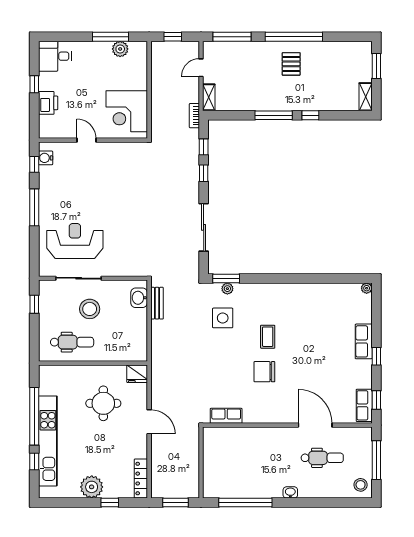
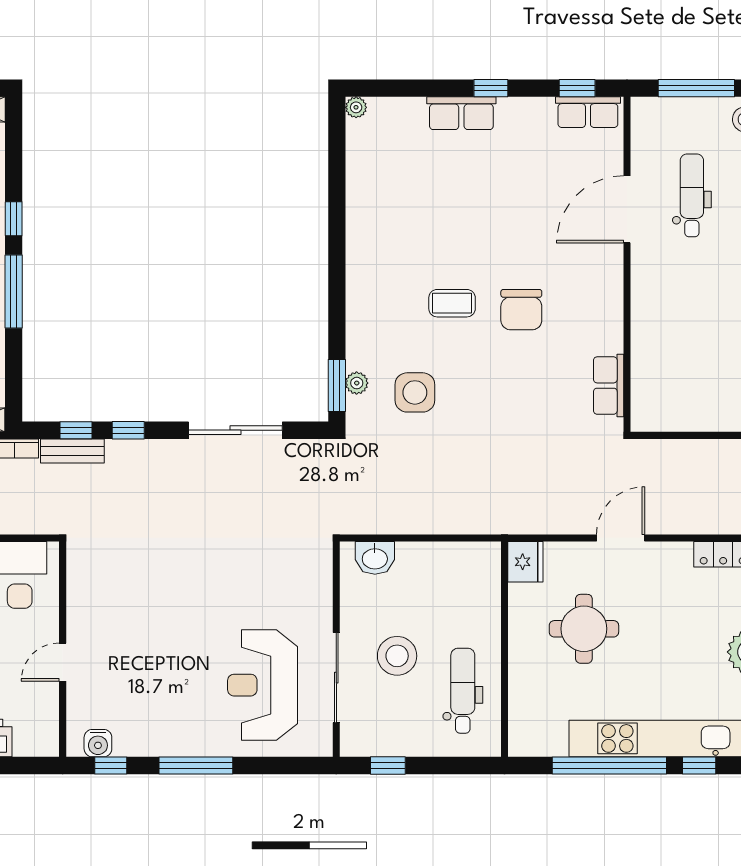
bench: (157, 303) -> (72, 451), moved

